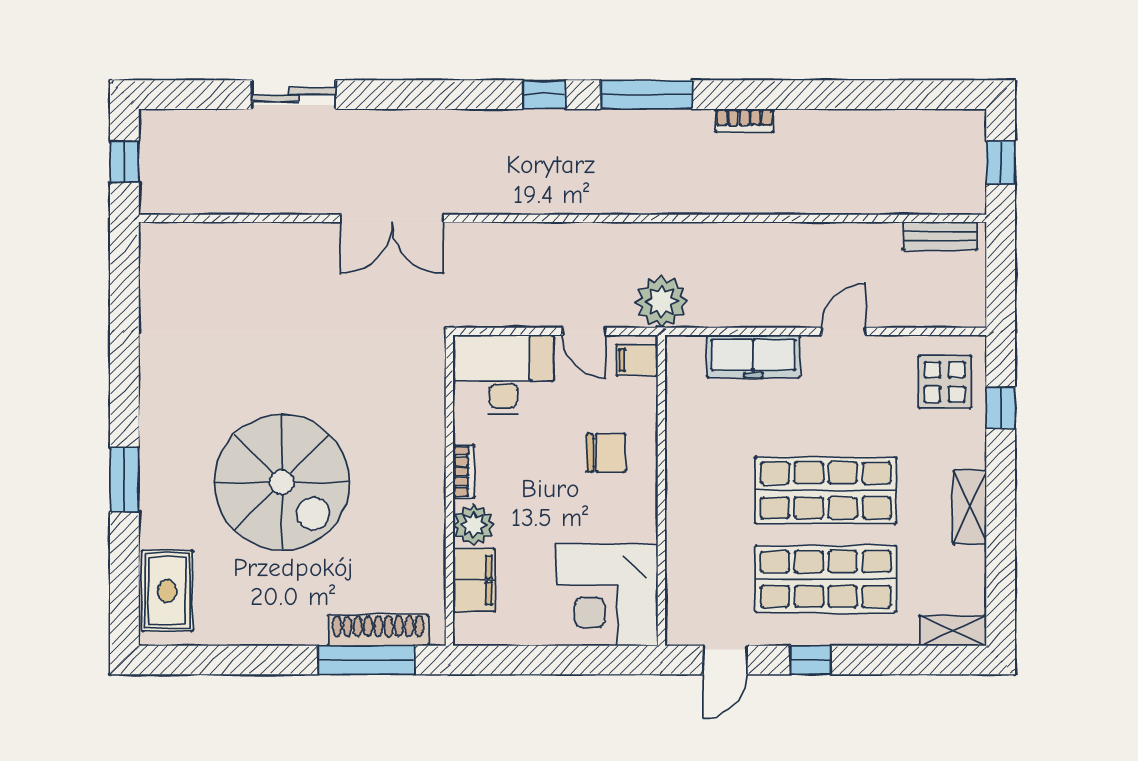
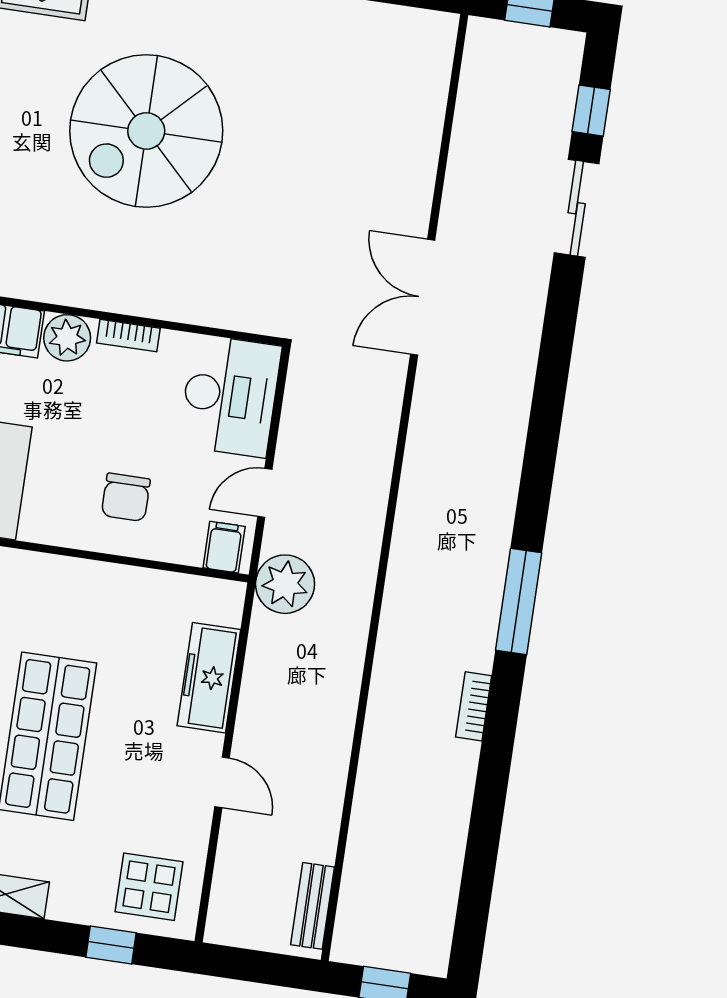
window: (544, 95) -> (591, 111), moved

